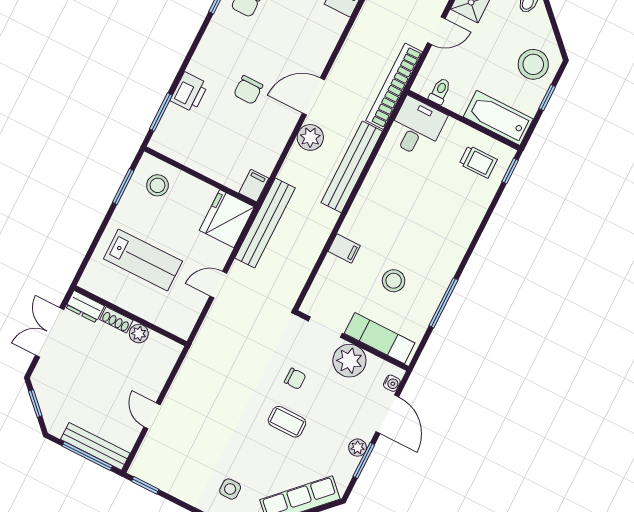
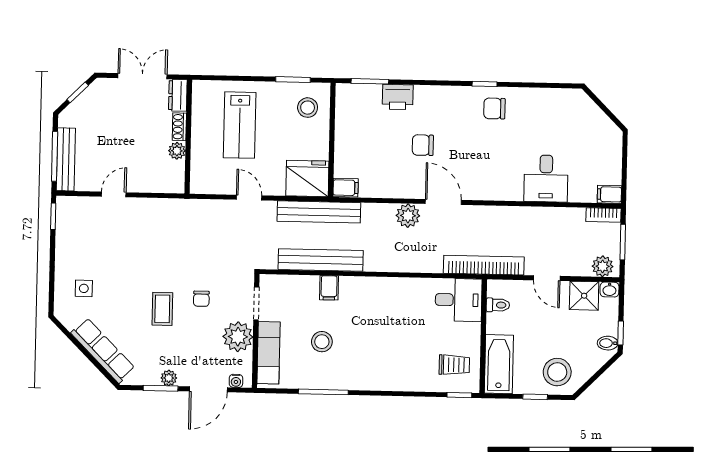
trolley: (478, 162) -> (454, 365), turned -90
bench: (352, 167) -> (321, 260), moved

